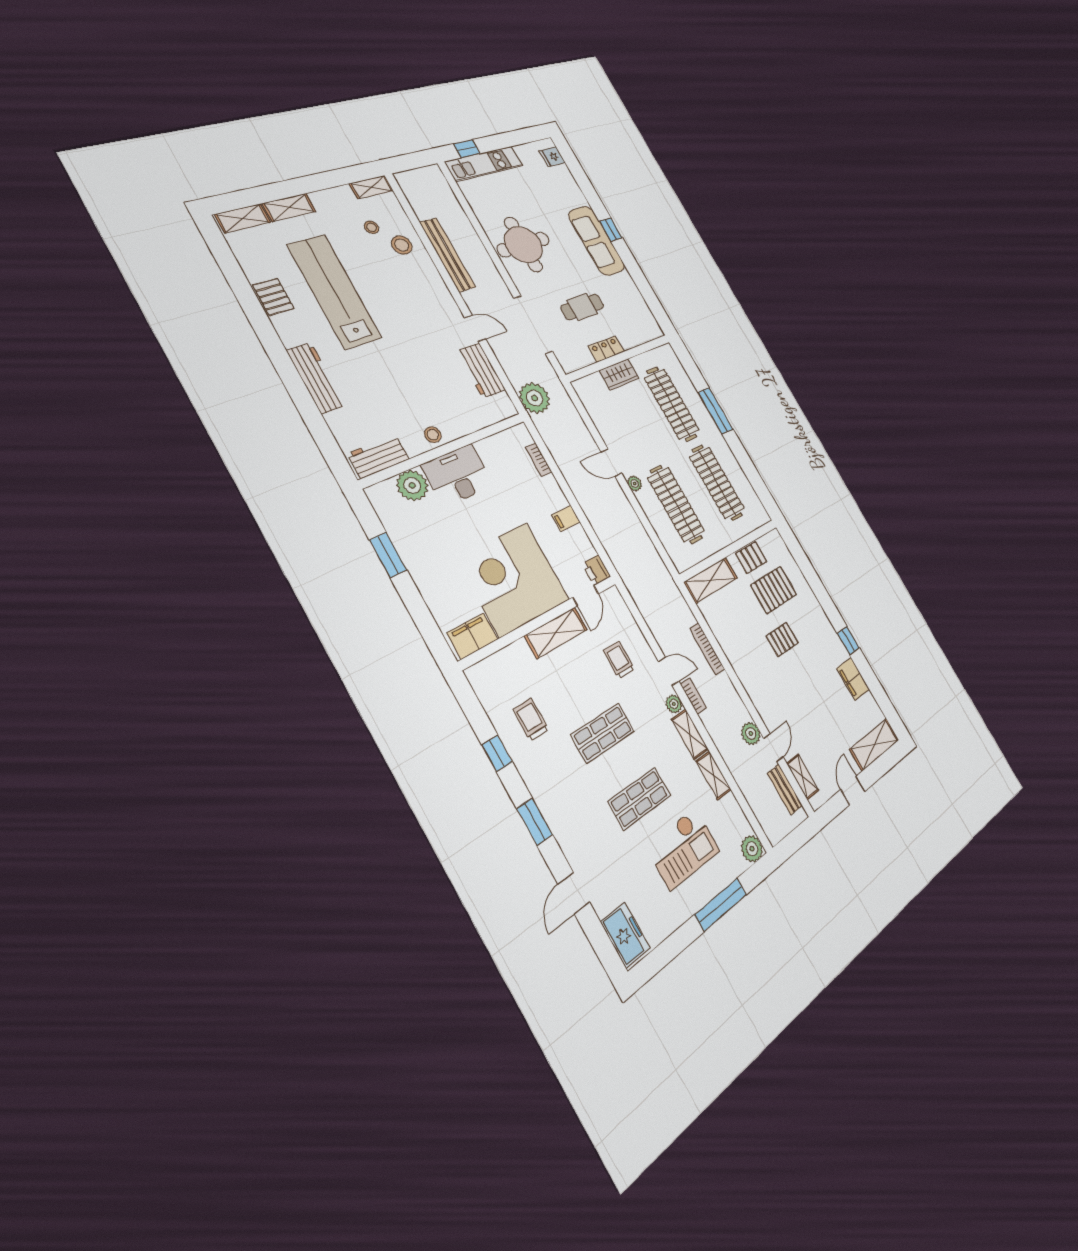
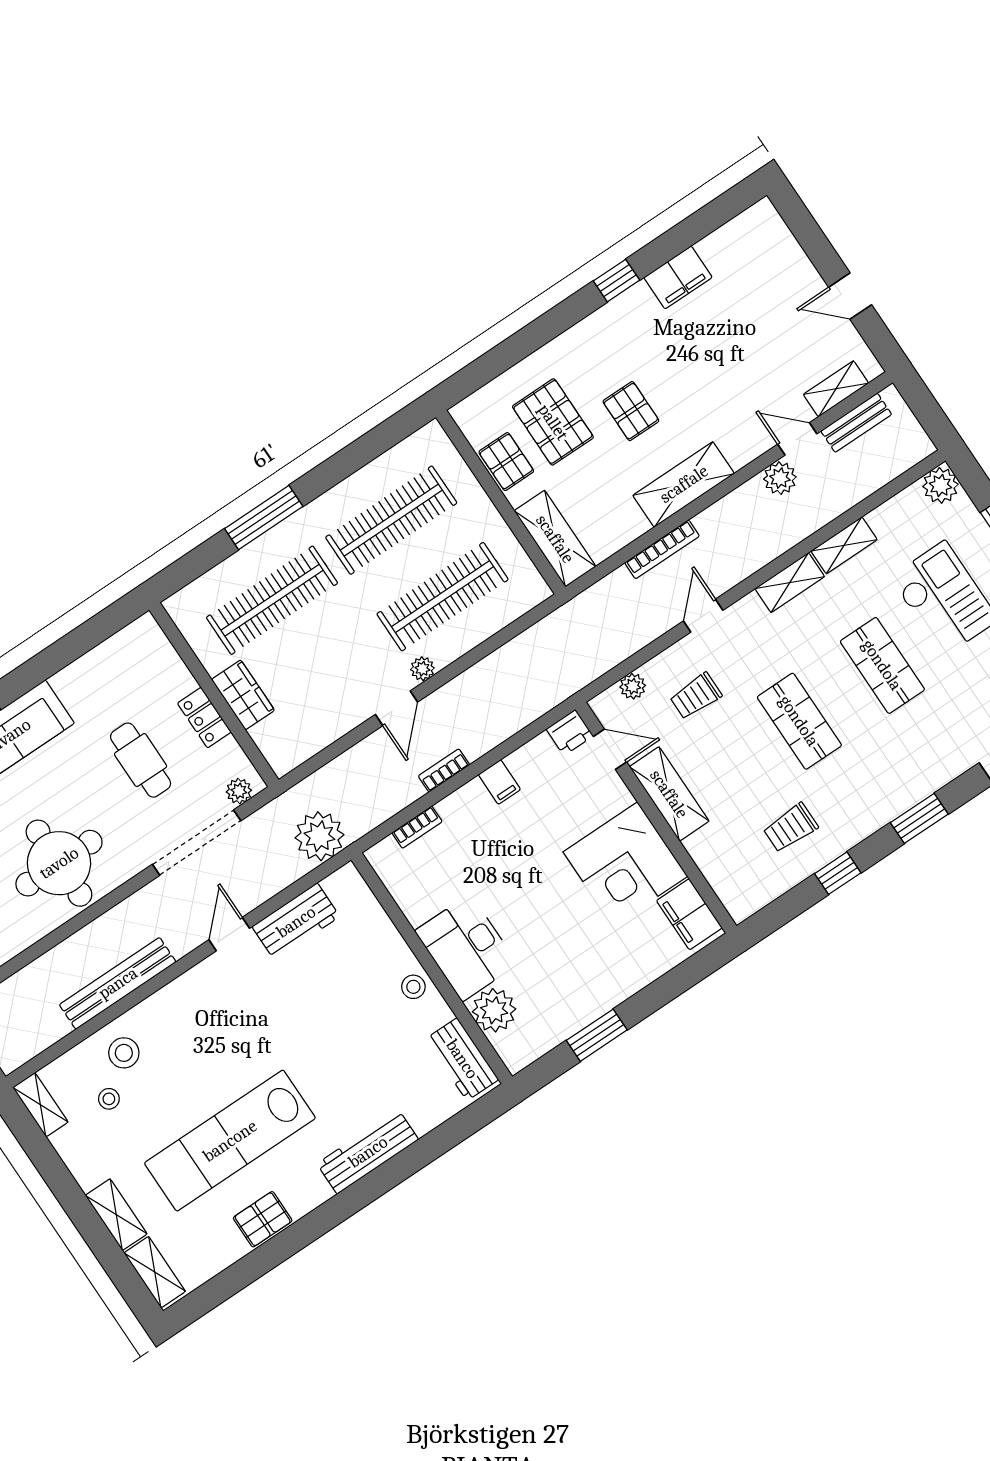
plant: (563, 357) -> (239, 791), added
corner desk: (513, 579) -> (625, 864), width x0.74, depth x0.74
bookcase: (693, 696) -> (444, 770), moved
plant: (674, 704) -> (633, 686), moved
shelving: (874, 745) -> (684, 484), moved, turned 90

